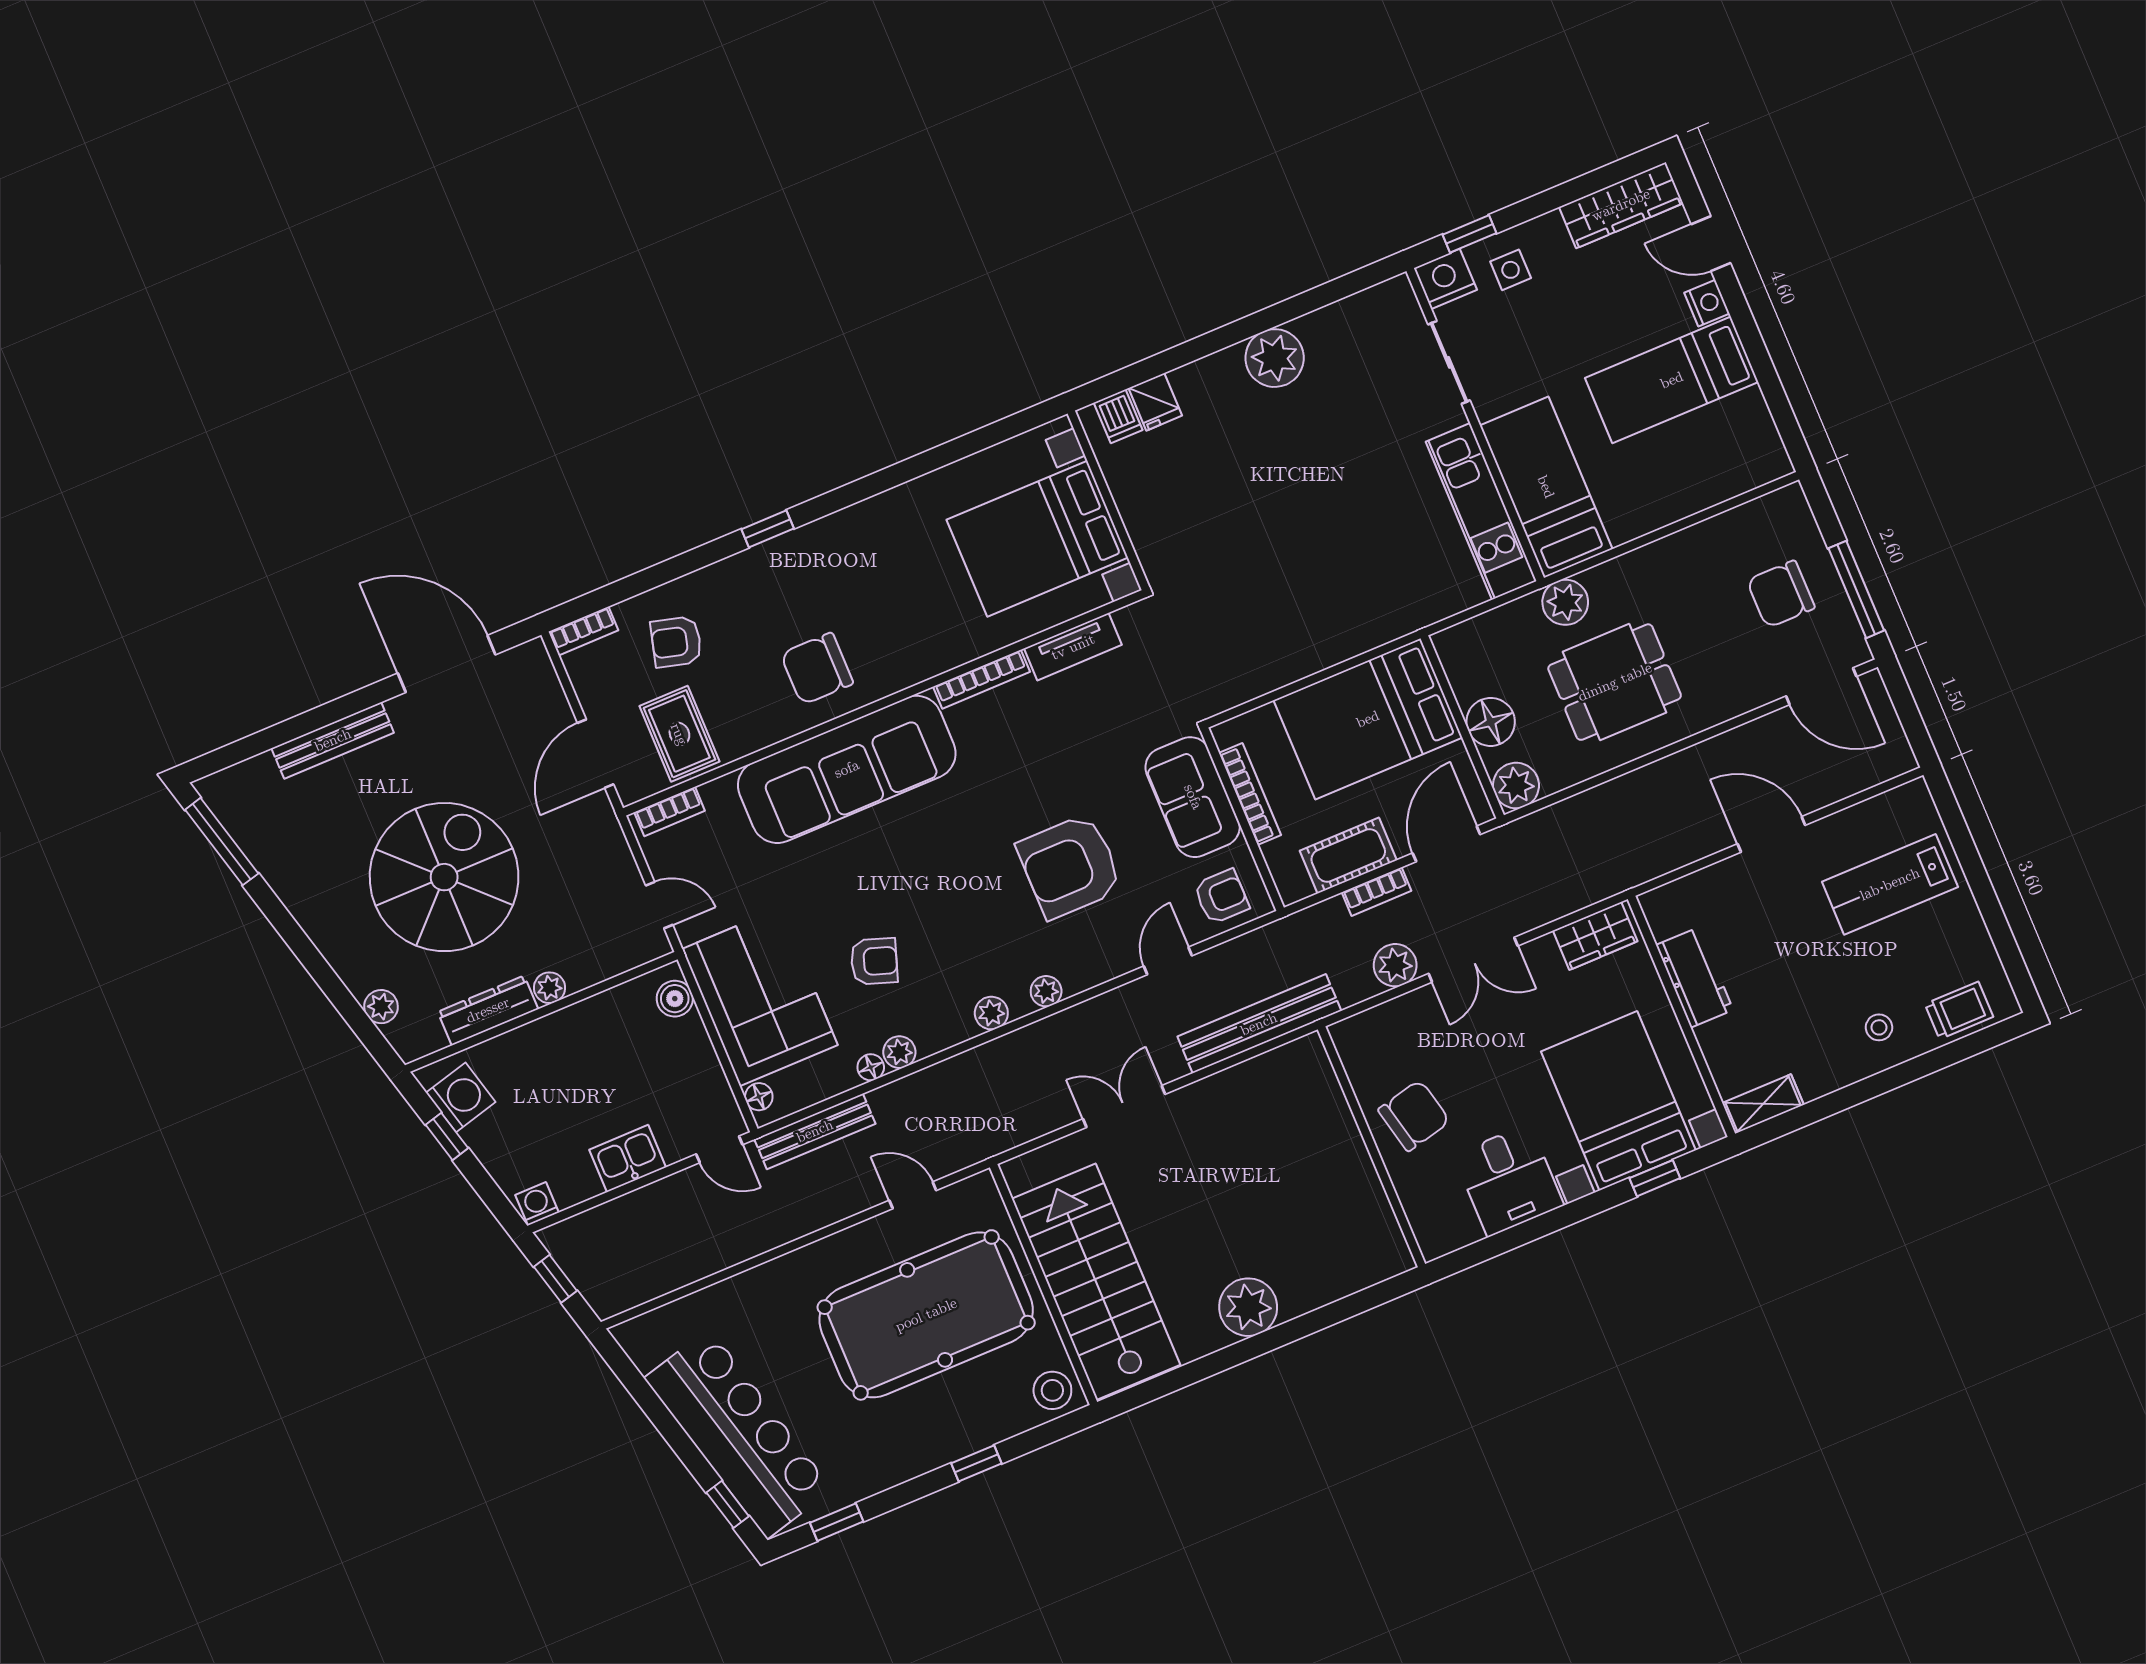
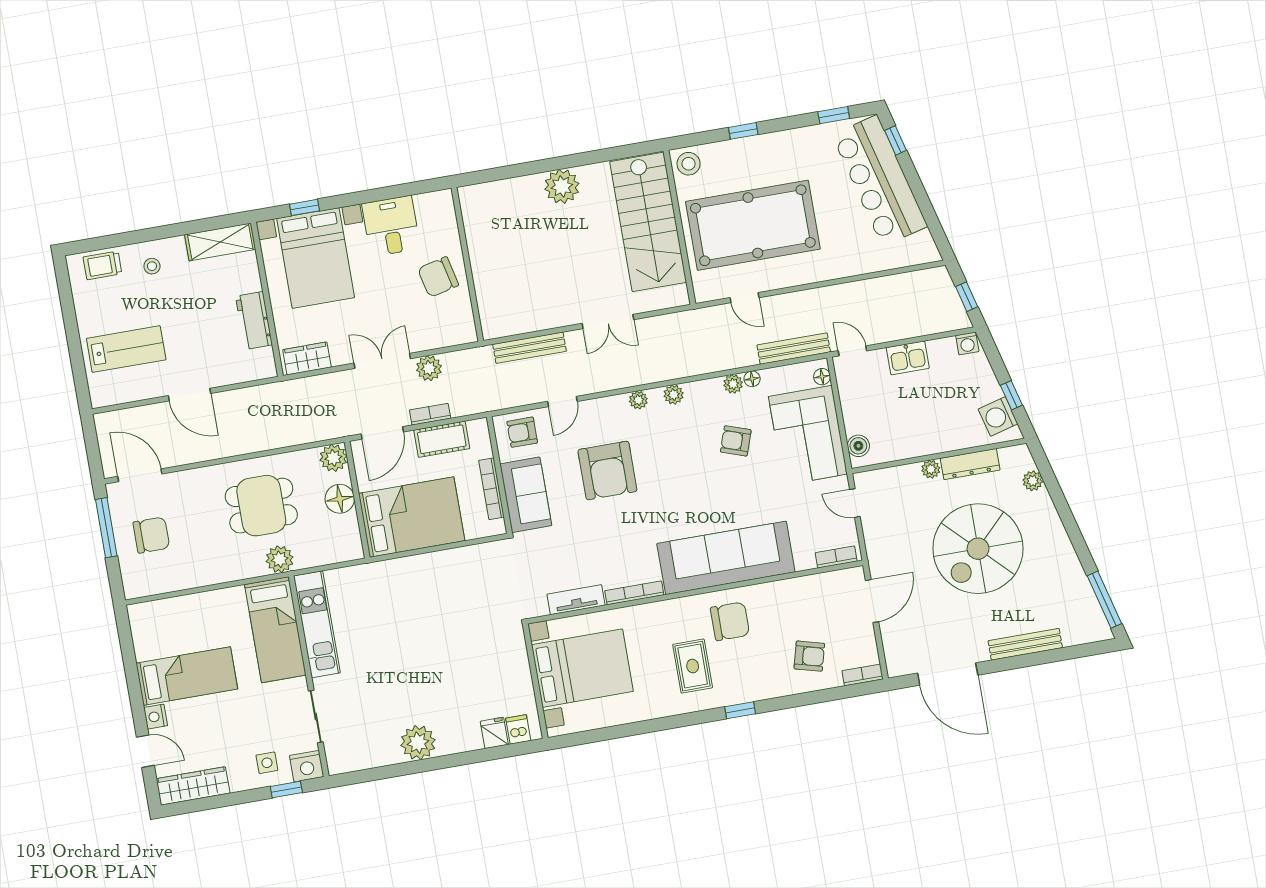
rug: (679, 734) -> (693, 666), moved
armchair: (1070, 866) -> (607, 471), turned 90
bench: (1259, 1024) -> (529, 348), width x0.73, depth x0.82
shelving: (1763, 1104) -> (220, 242), width x1.50, depth x1.33

